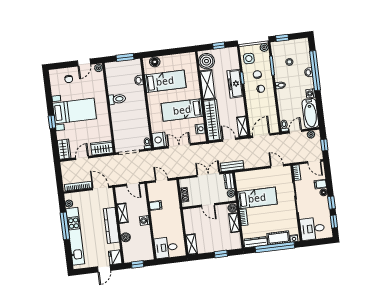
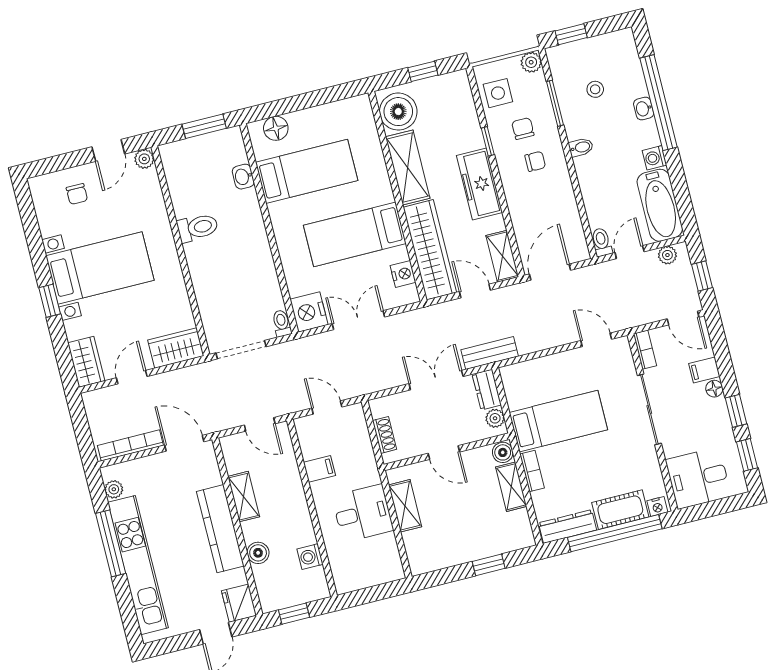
freezer: (235, 84) -> (480, 184), moved
washing machine: (144, 220) -> (310, 557), moved
shelving: (192, 244) -> (405, 506), moved
desk: (166, 248) -> (363, 513), moved, turned 180

